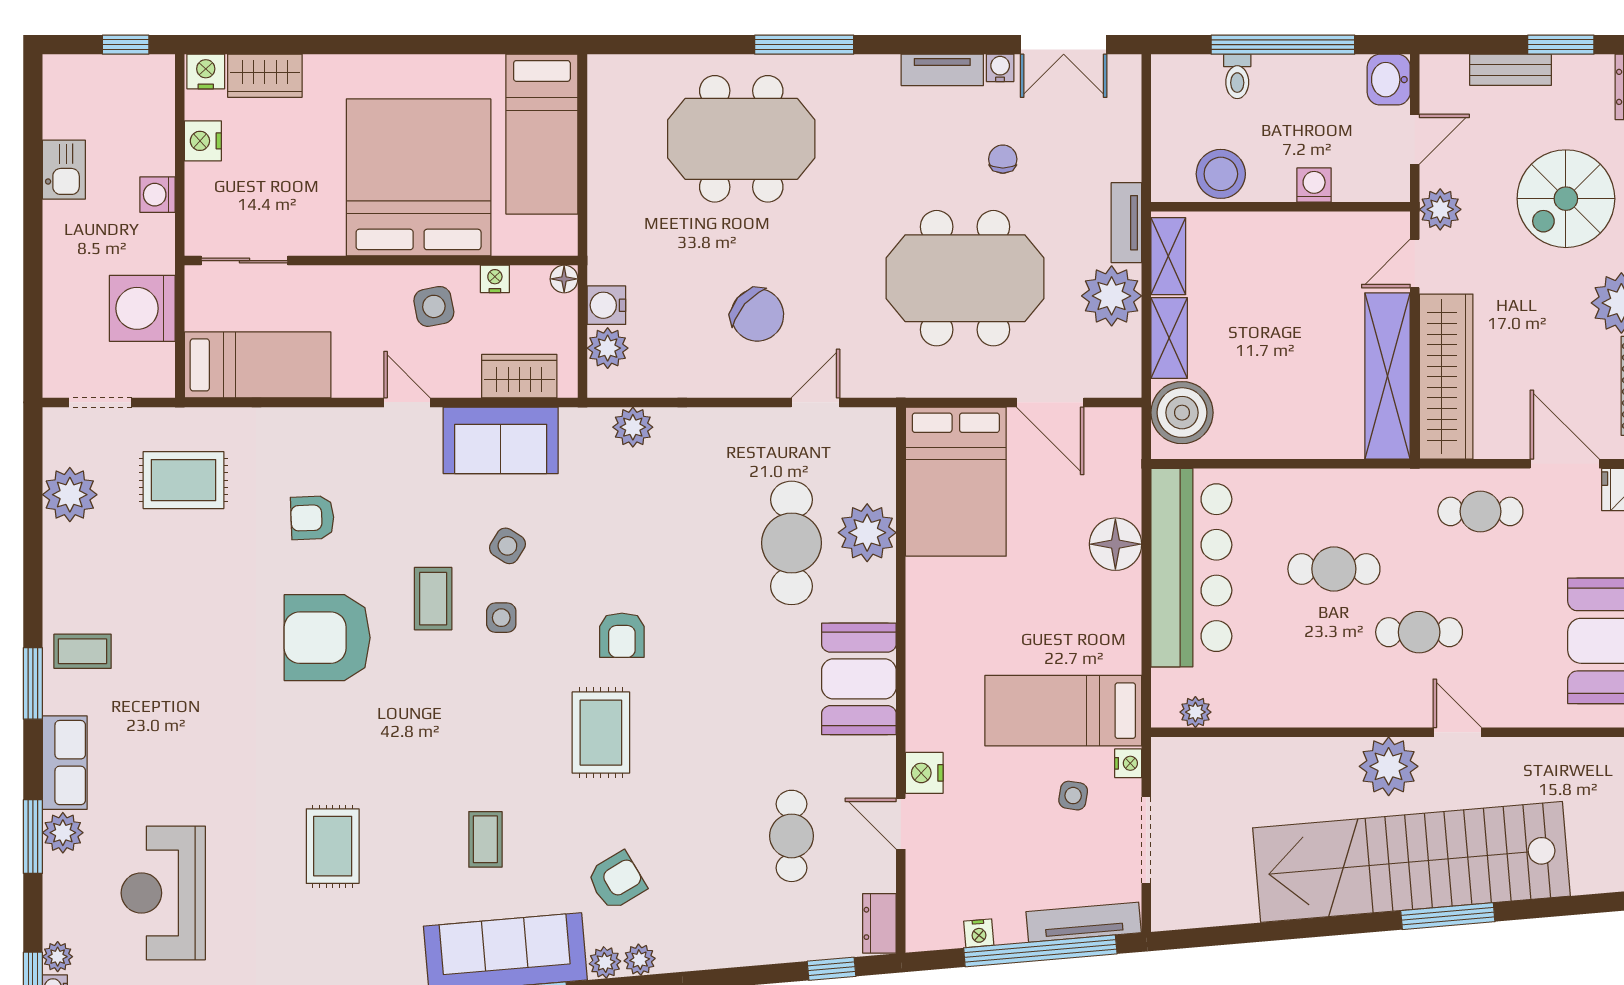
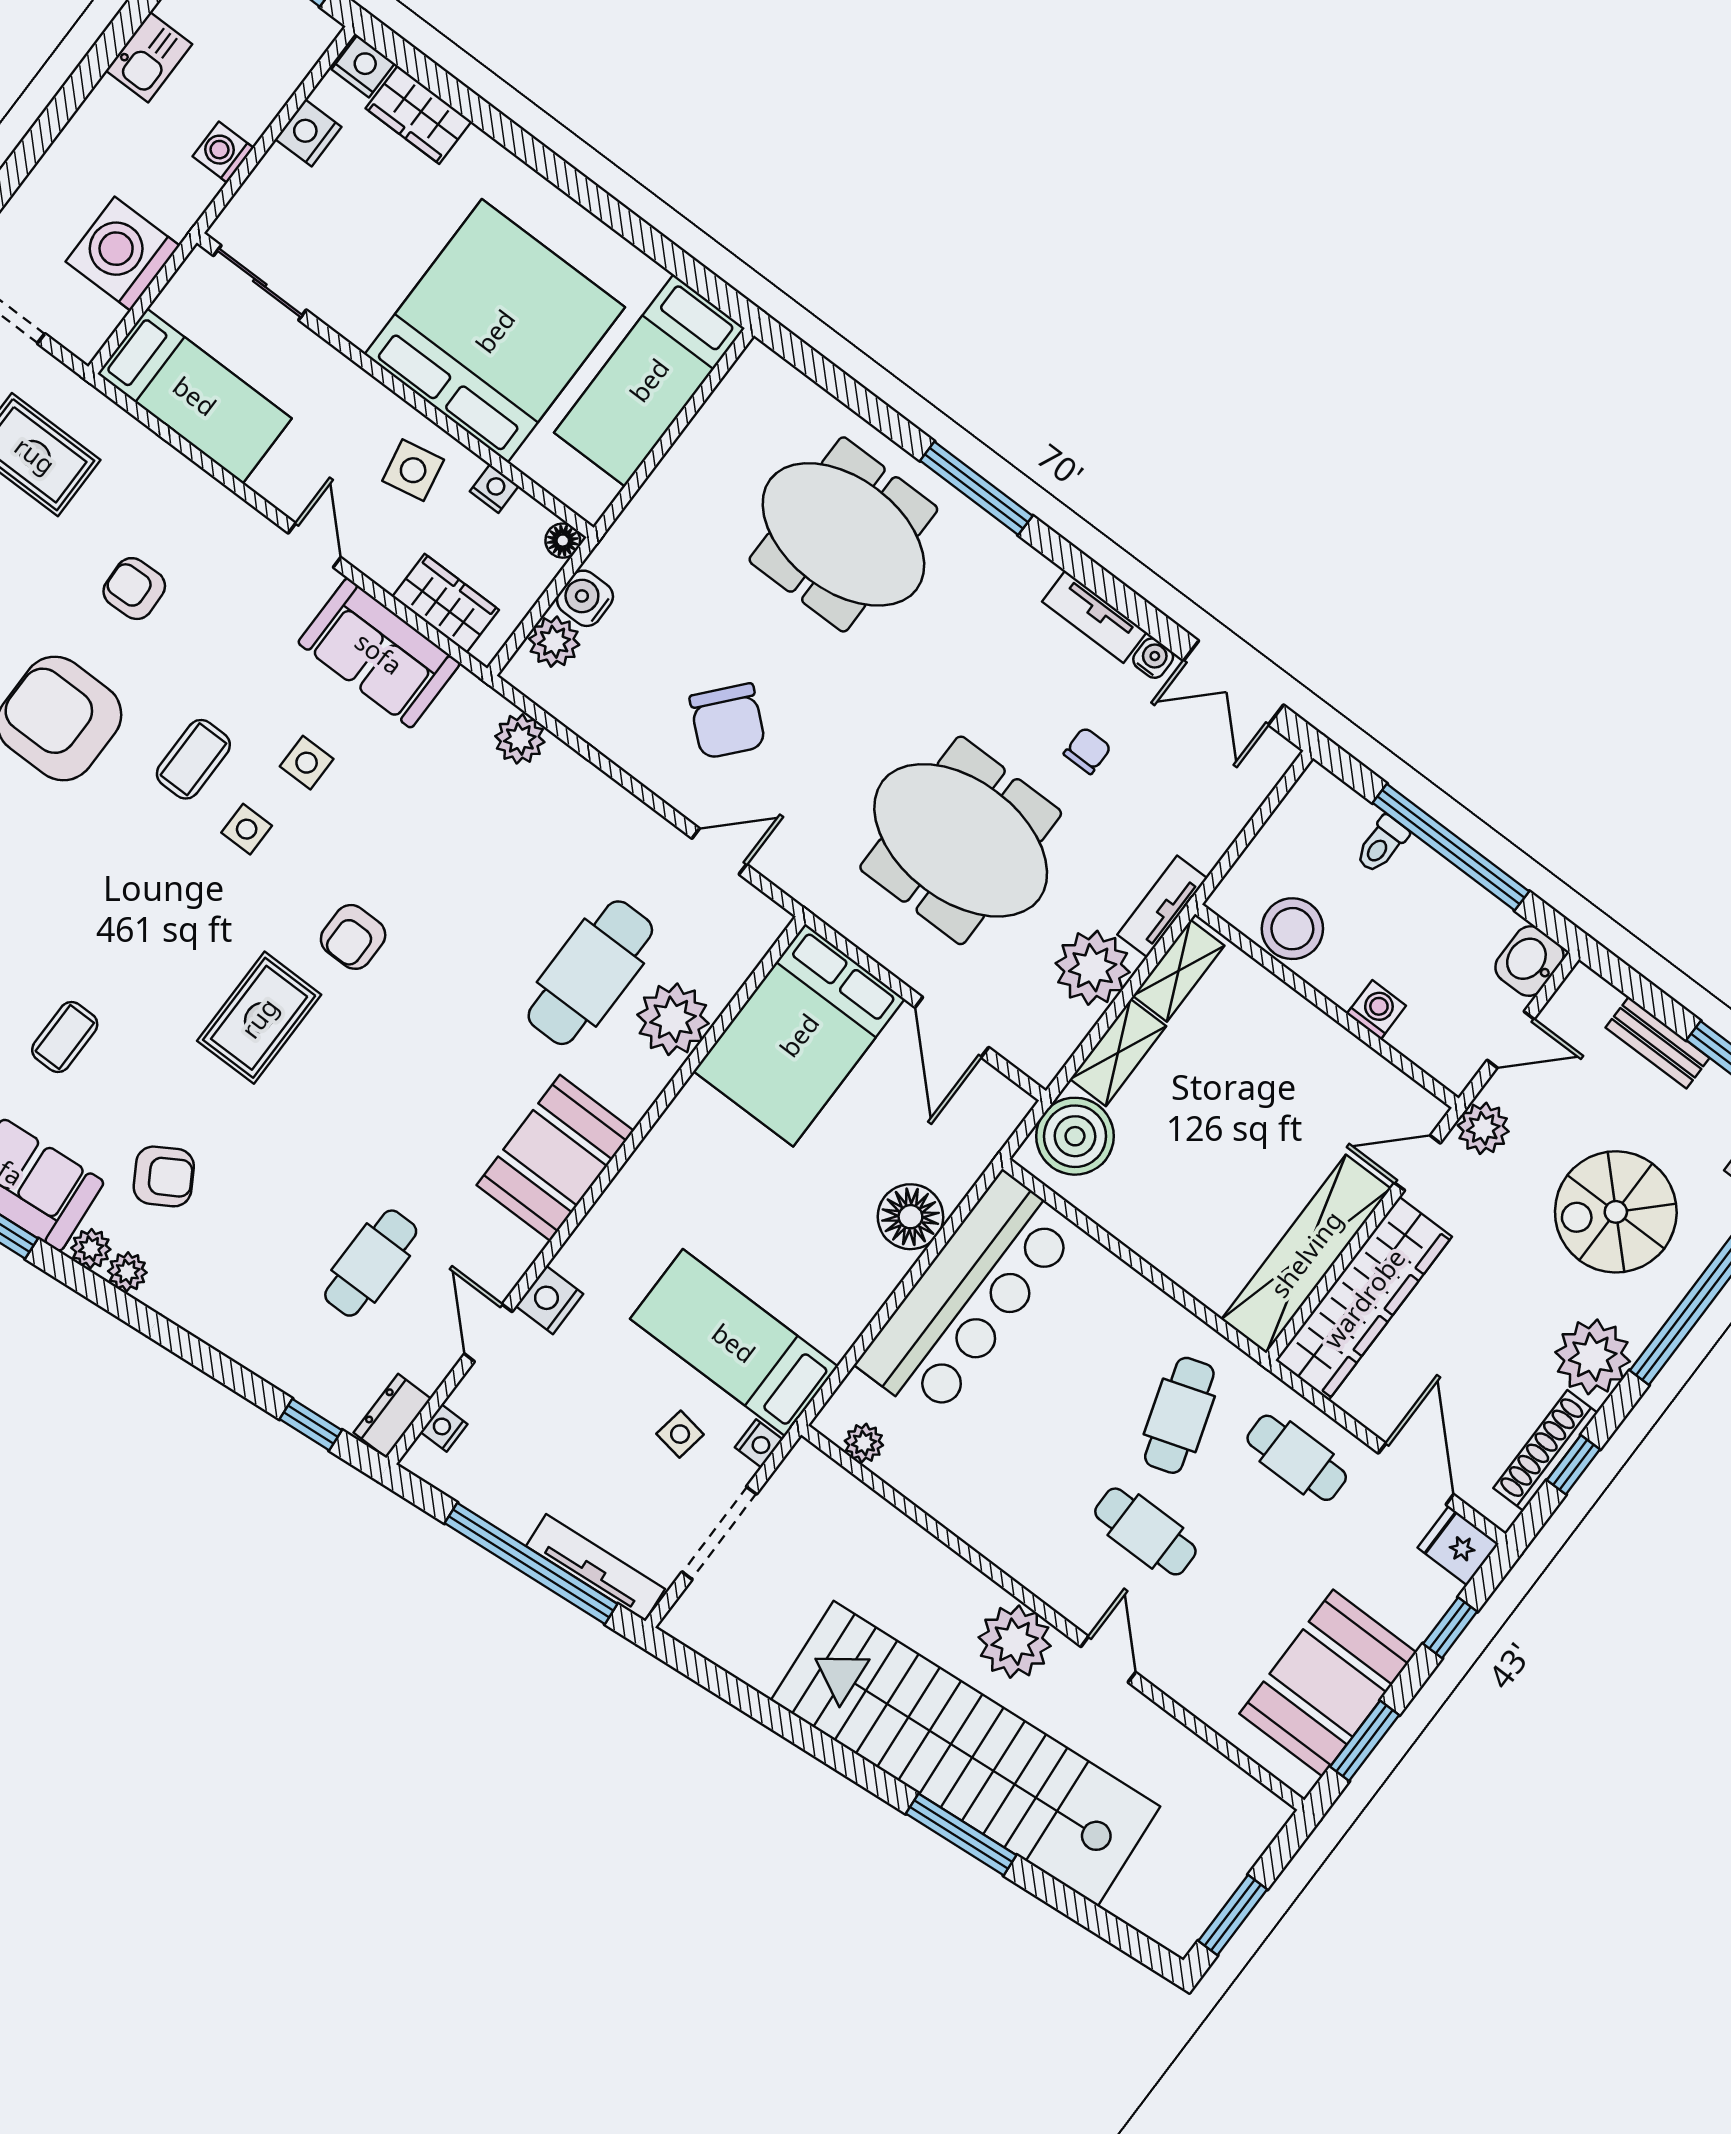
side table: (507, 546) -> (307, 763), turned -32
cafe table: (1334, 569) -> (1179, 1415), moved, turned 72
nightstand: (979, 933) -> (444, 1428), moved, turned 95

